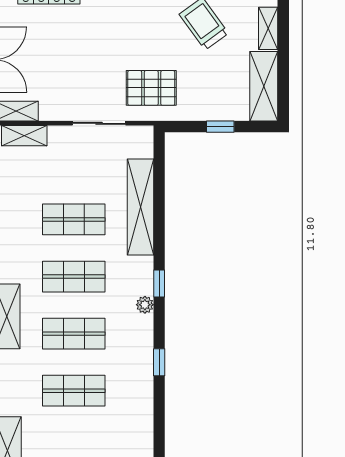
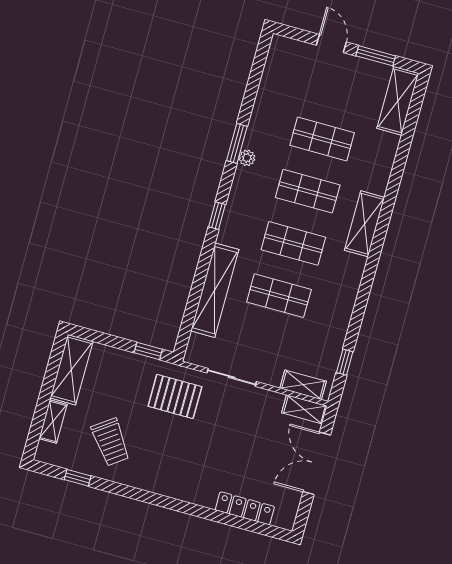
window: (220, 127) -> (148, 351), moved
plant: (145, 305) -> (247, 158), moved
window: (159, 362) -> (237, 143), width x1.50

